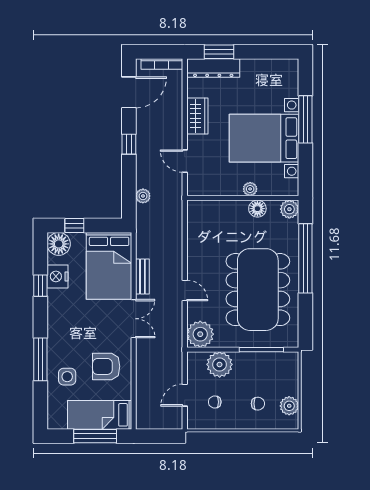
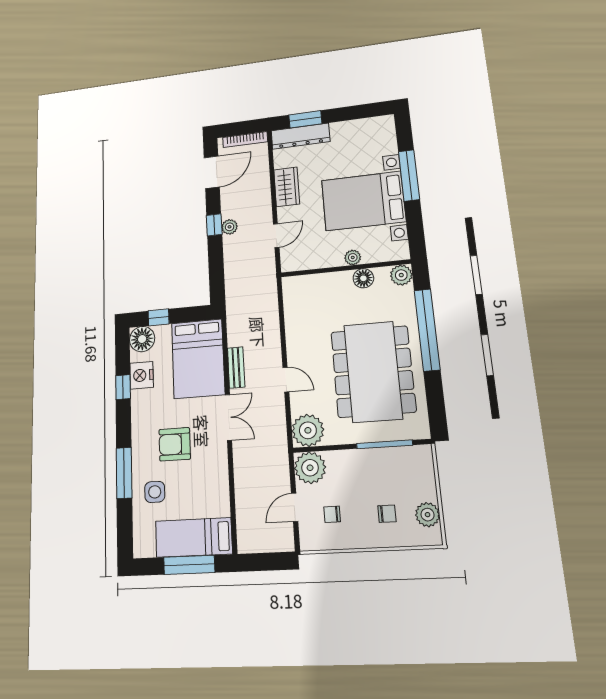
door: (185, 161) -> (276, 236), swing flipped
plant: (143, 196) -> (230, 227), moved
plant: (220, 364) -> (310, 468), moved
armchair: (106, 366) -> (175, 444), moved

